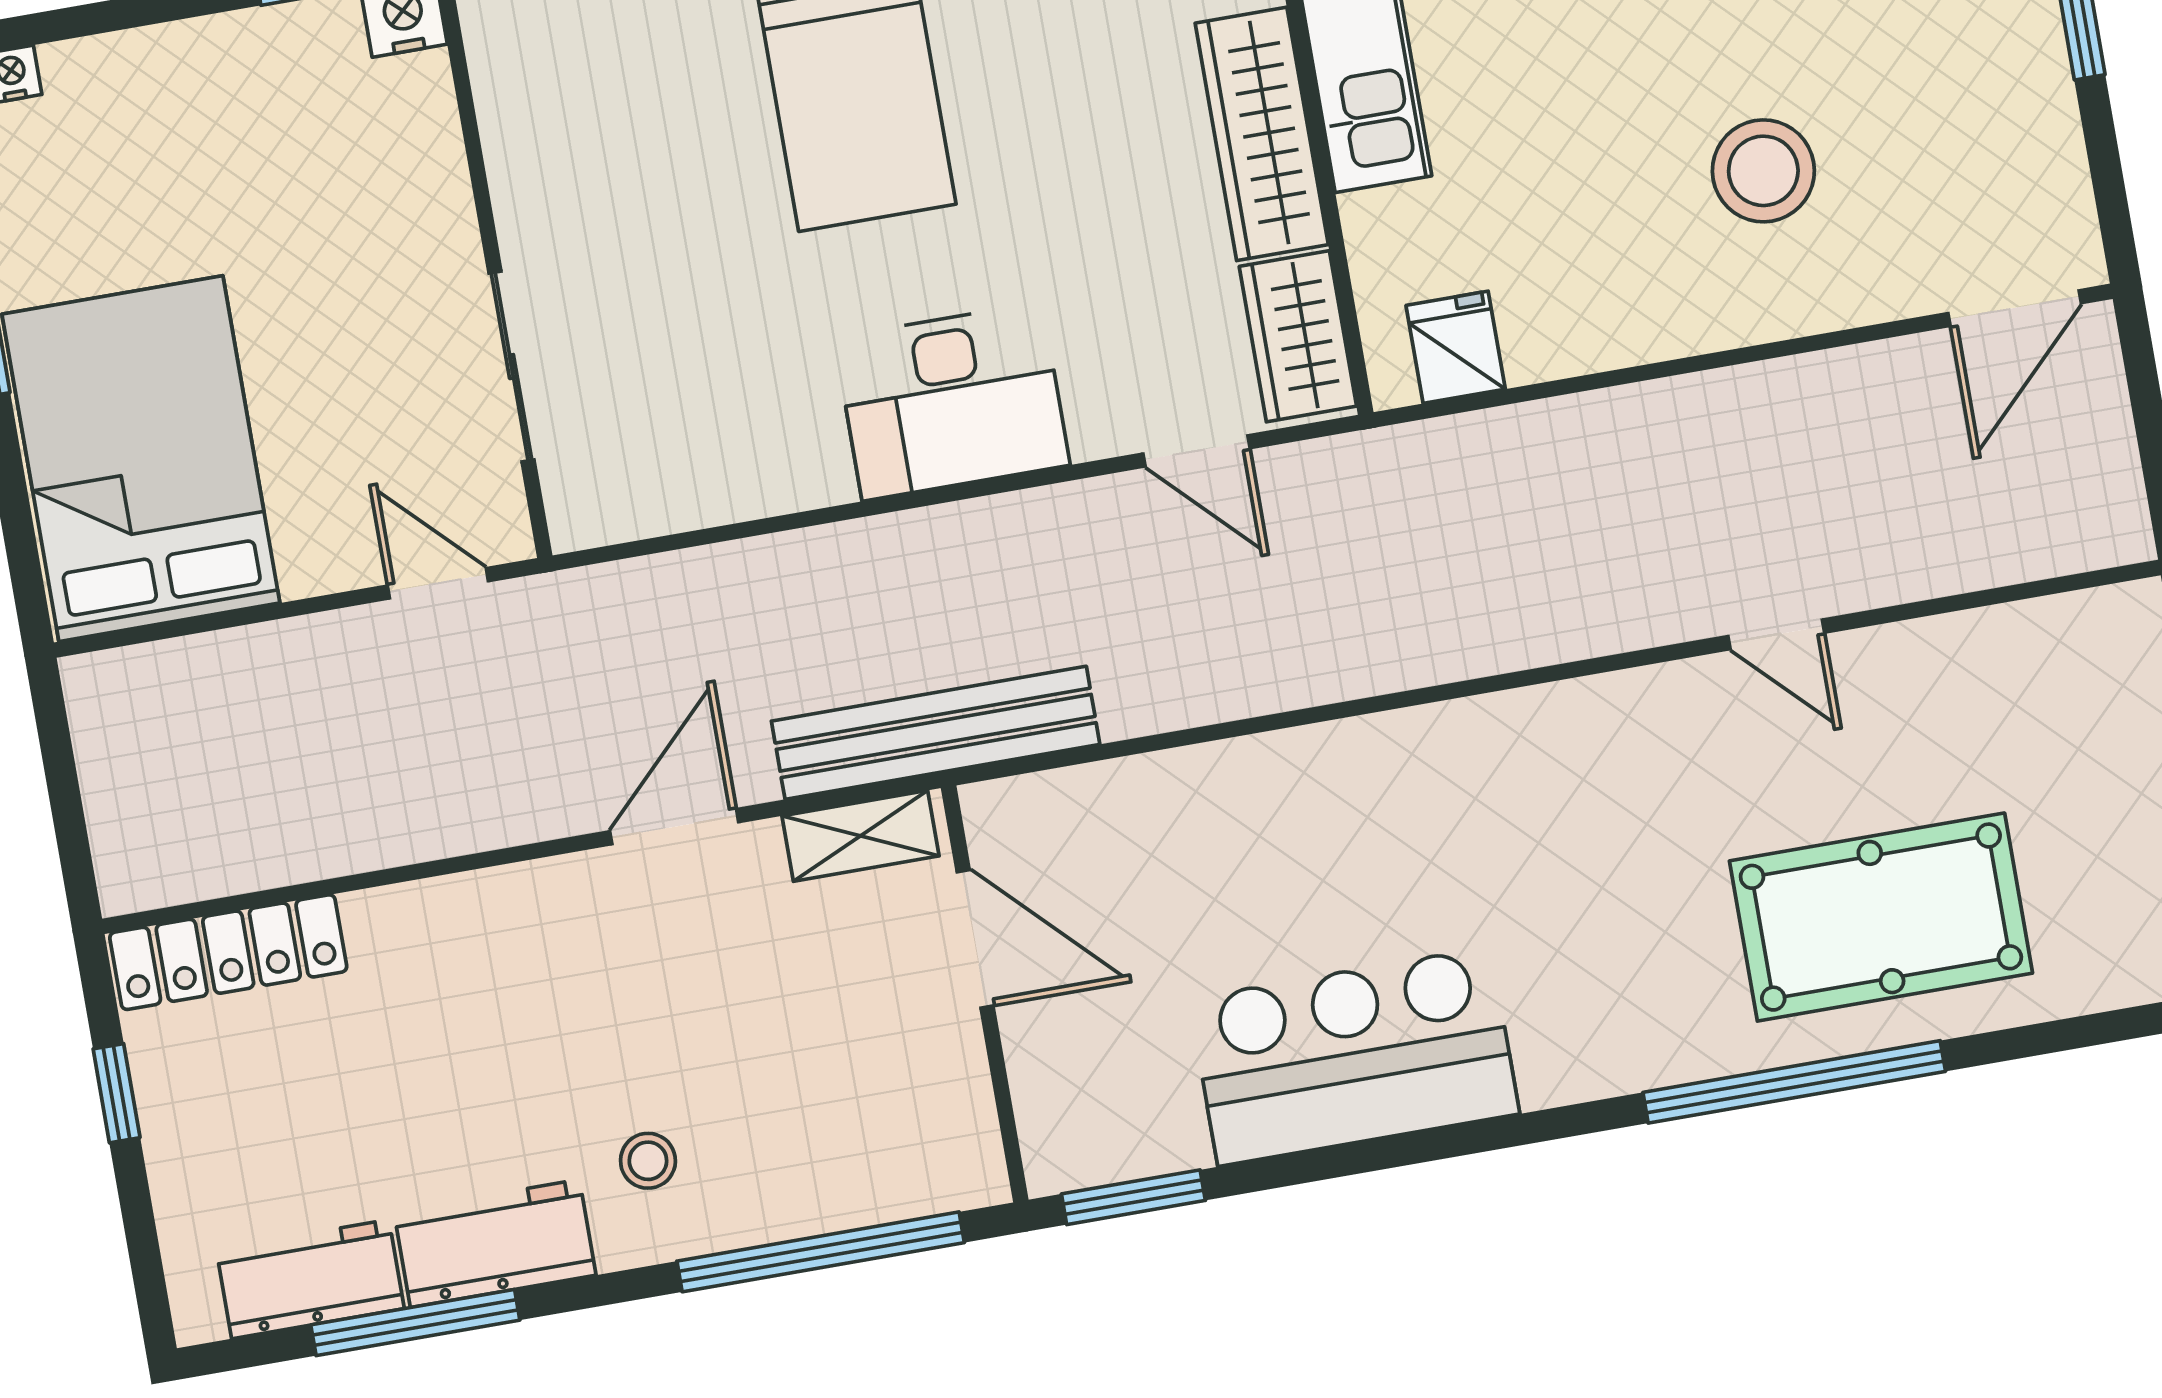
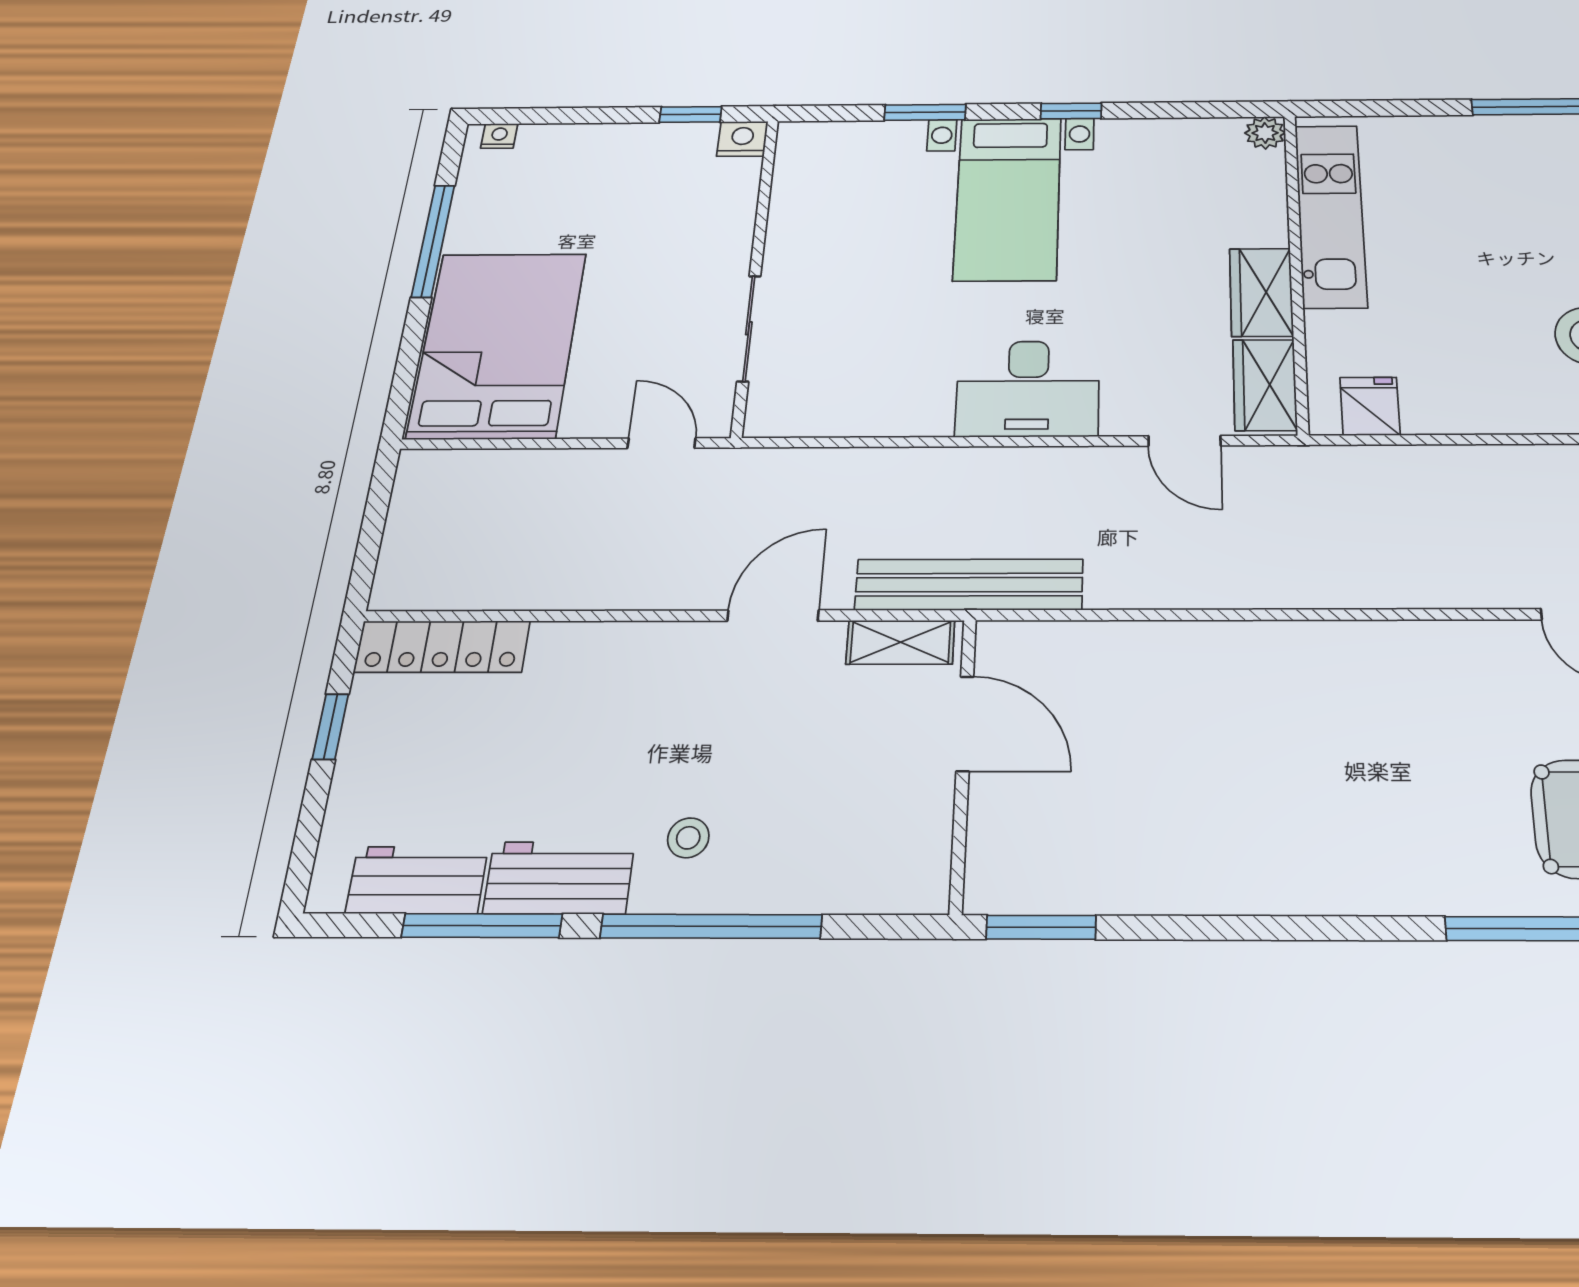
wardrobe: (1262, 134) -> (1261, 292), width x0.67
bar counter: (1354, 1056) -> (1227, 852), removed
window: (821, 1252) -> (711, 926), moved

